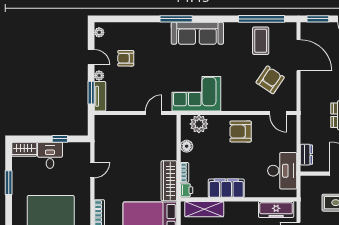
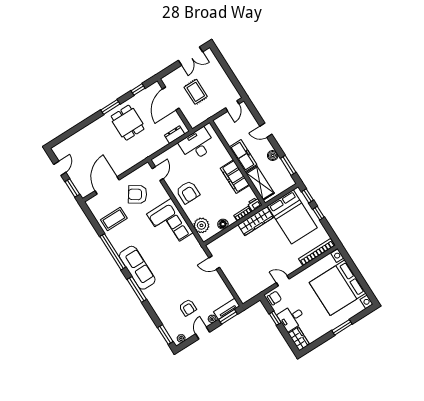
window: (113, 19) -> (165, 335), added
window: (262, 19) -> (113, 252), moved
corner sofa: (196, 94) -> (170, 223), moved
chair: (80, 151) -> (274, 298), added
window: (9, 183) -> (342, 327), moved
freezer: (276, 209) -> (243, 156), moved

